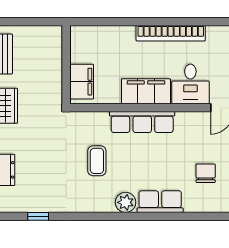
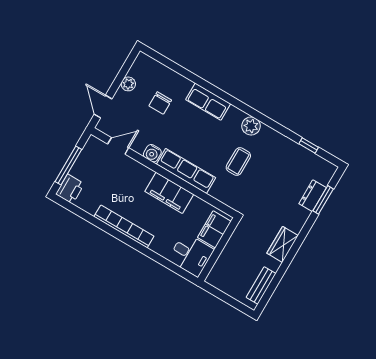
desk: (190, 84) -> (191, 255), moved, turned 90
water cooler: (185, 120) -> (152, 153), added
plant: (126, 202) -> (251, 126), moved

